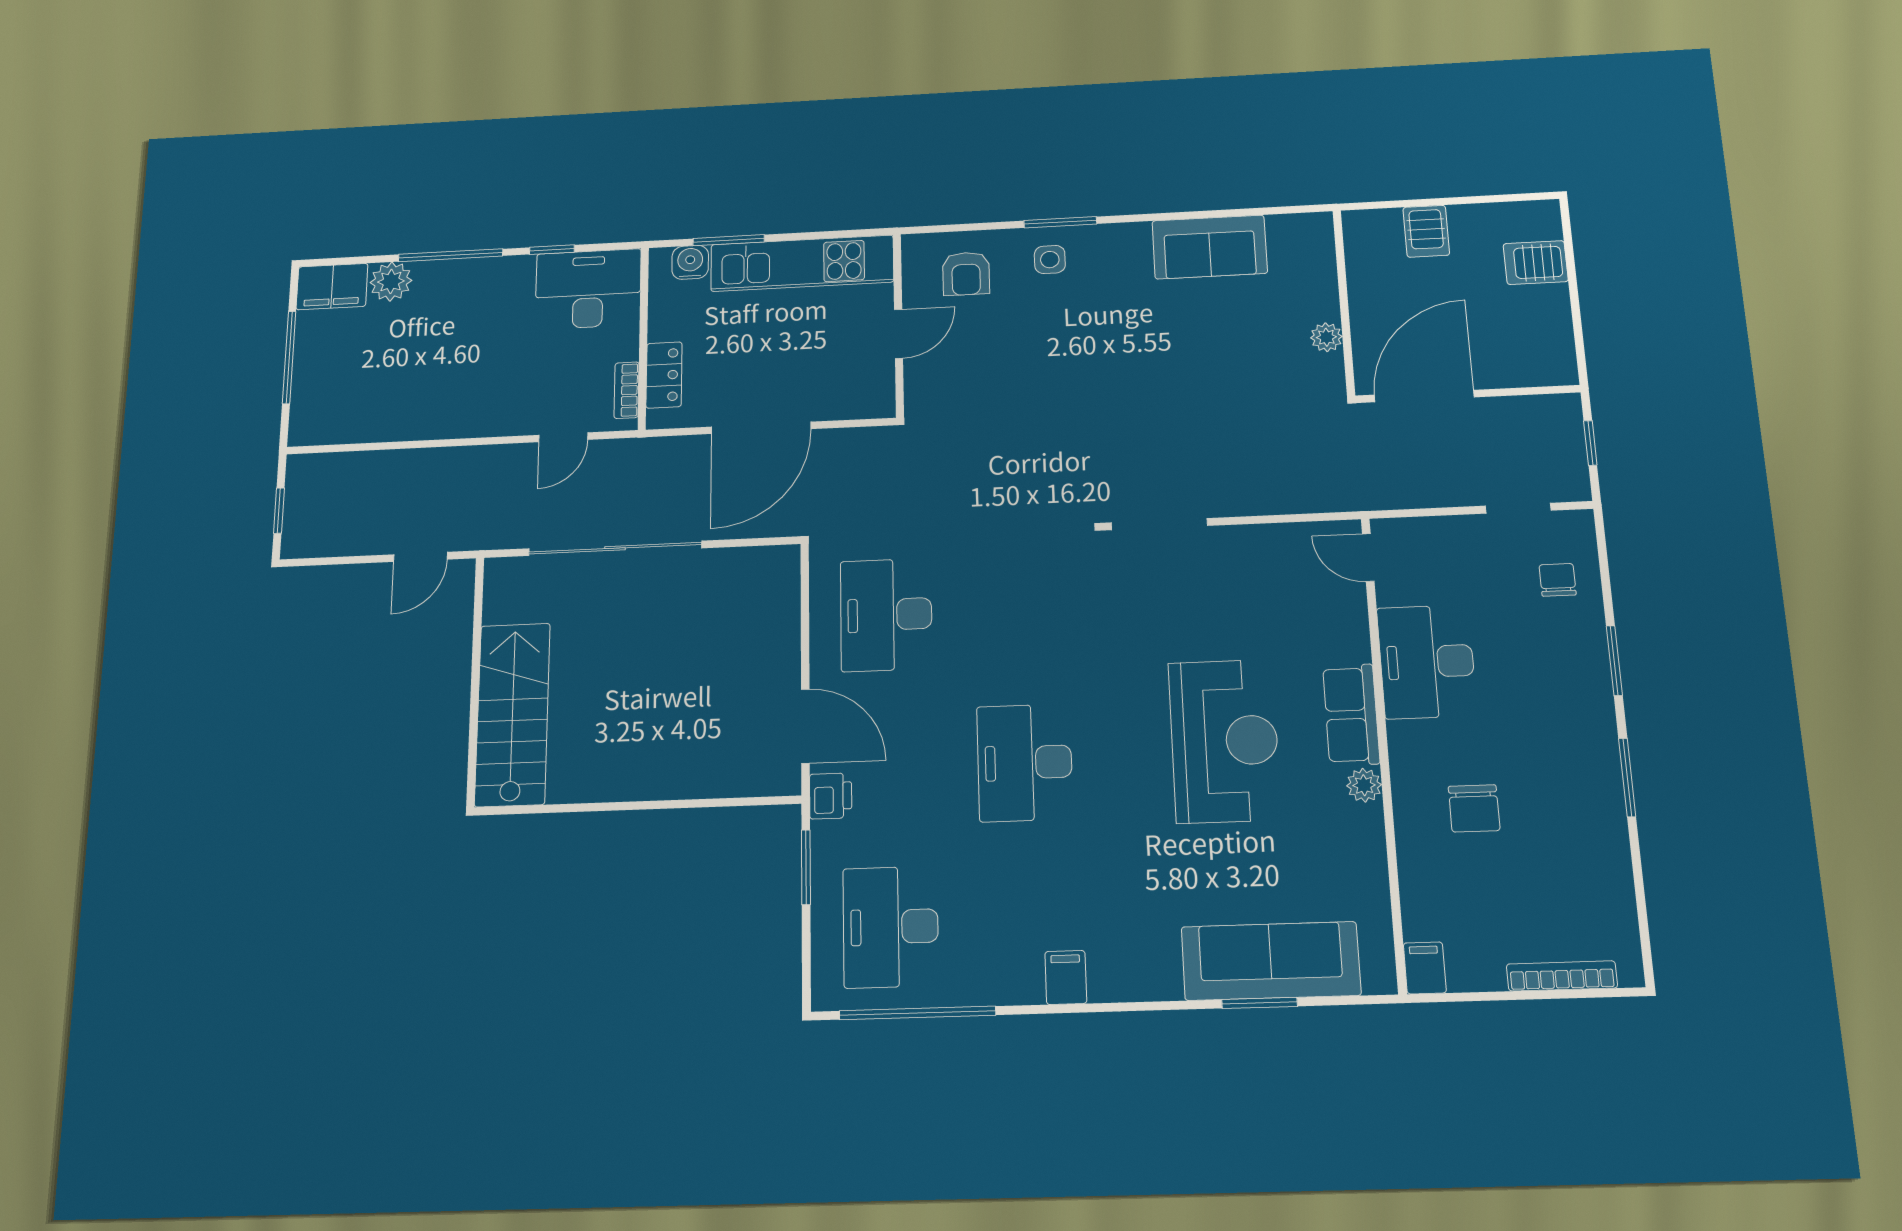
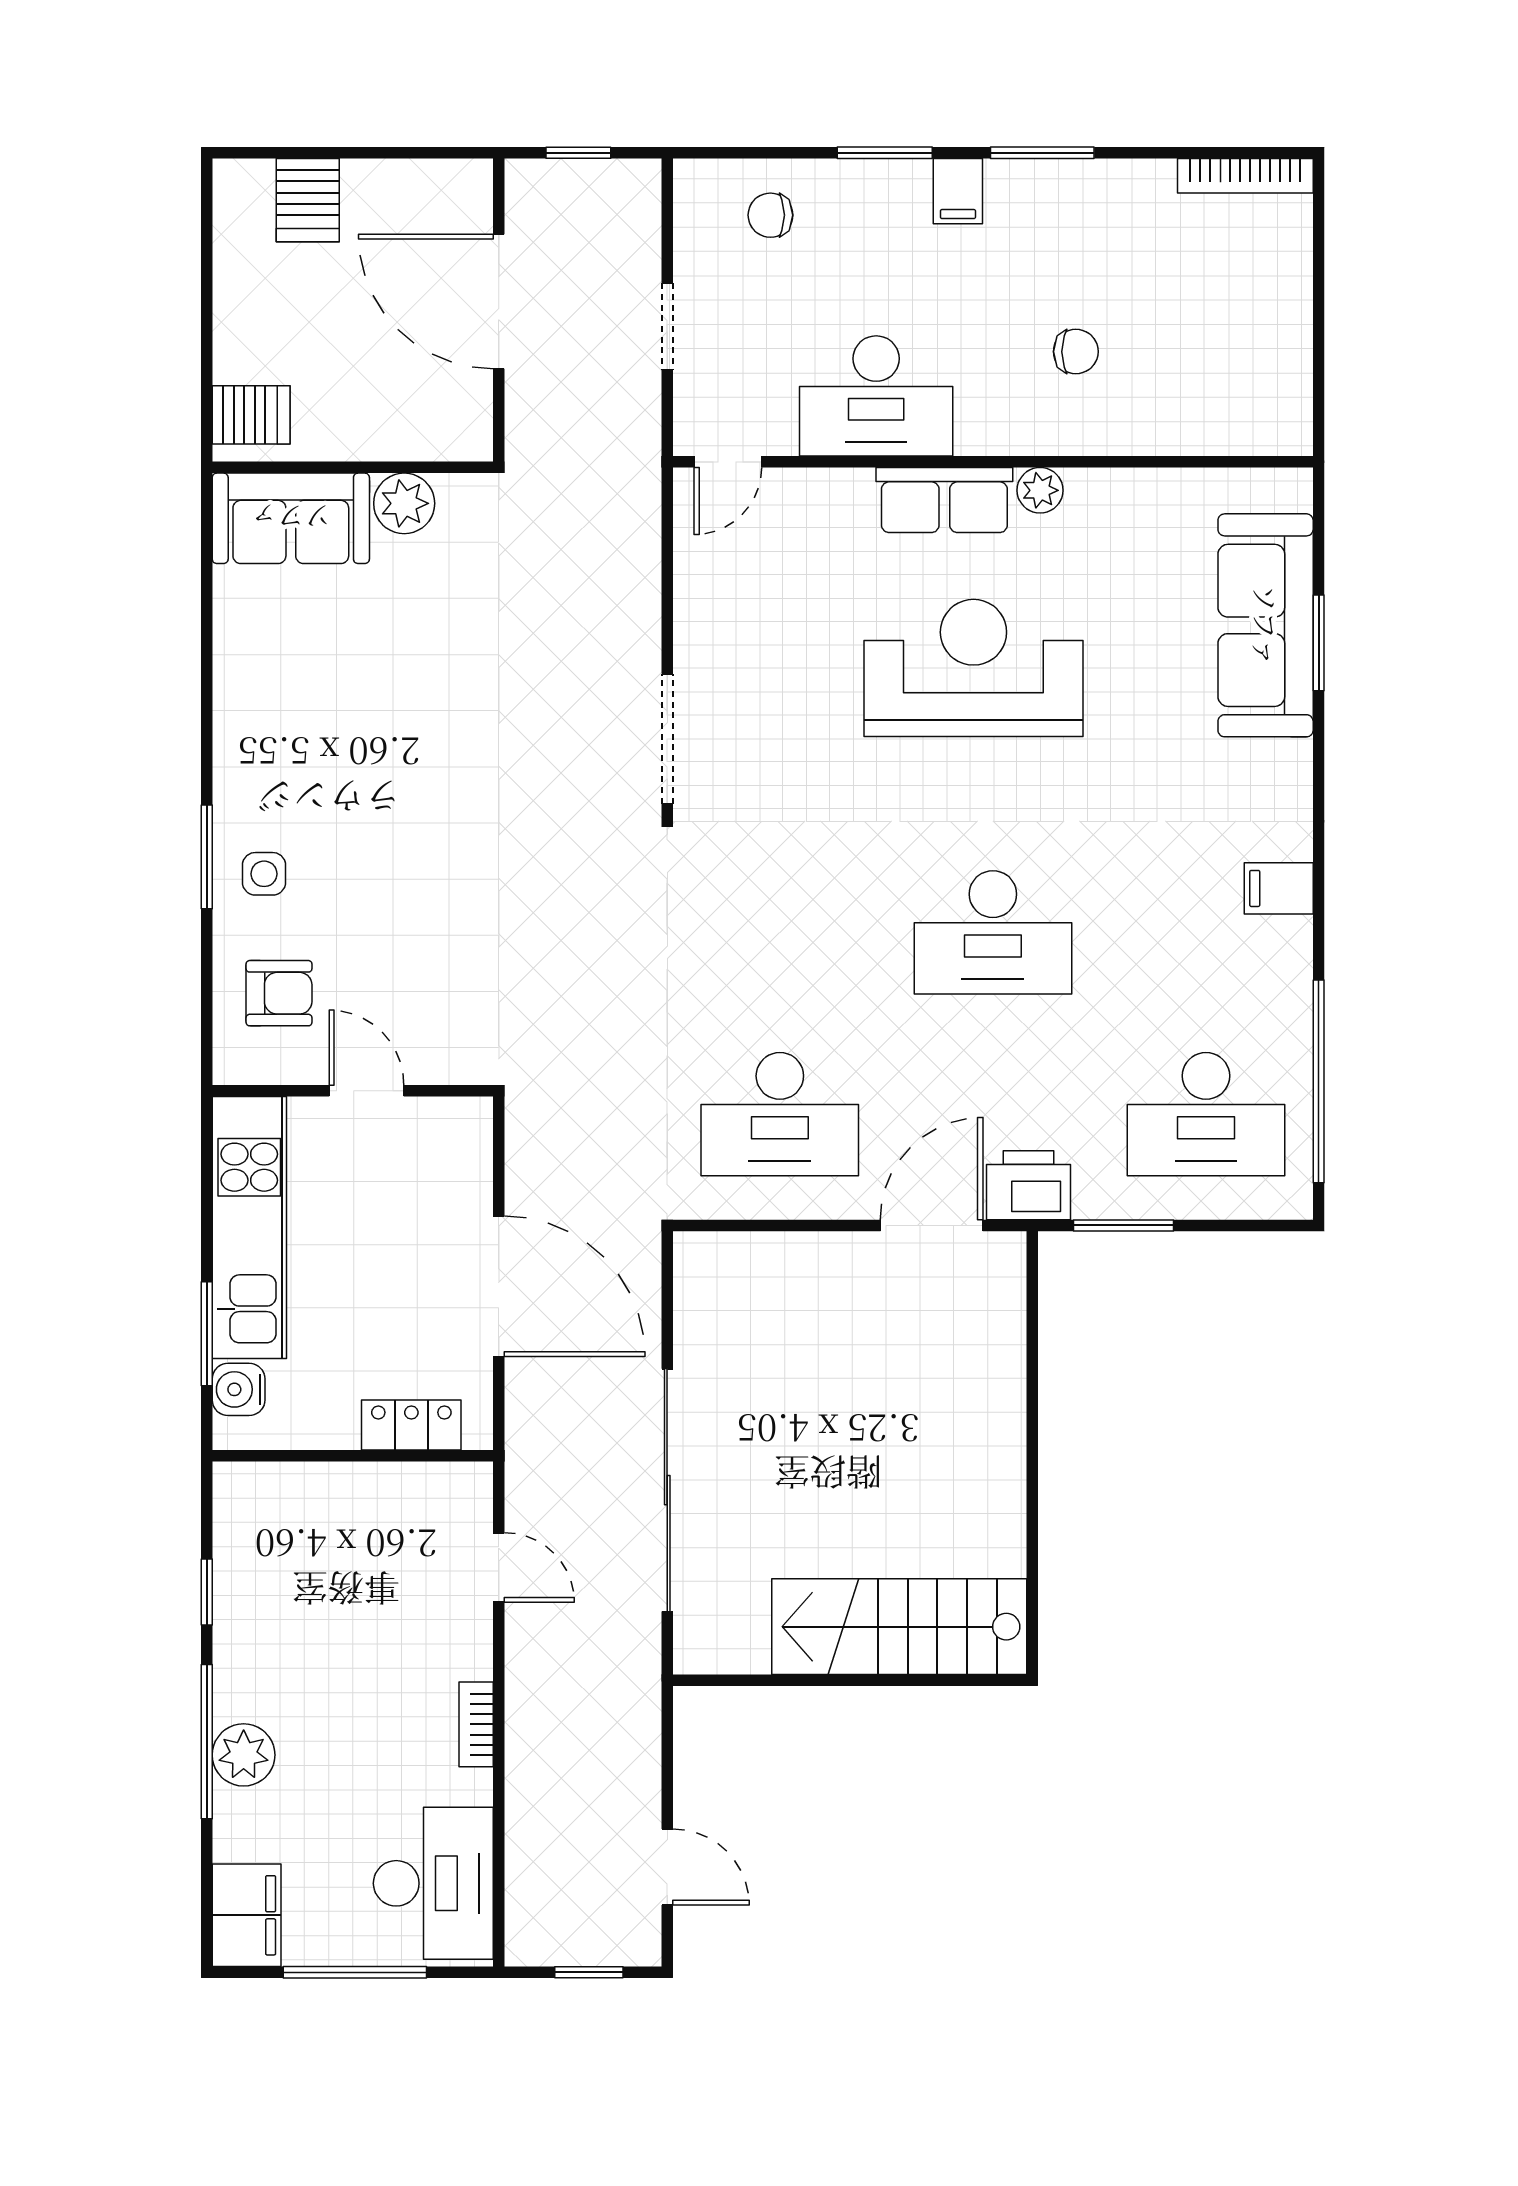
server rack: (1426, 231) -> (251, 415), moved
sofa: (1210, 247) -> (291, 518), moved, turned 90
plant: (391, 281) -> (244, 1755), moved
desk: (588, 289) -> (433, 1883), moved, turned 180
plant: (1326, 337) -> (404, 503), width x1.38, depth x1.38
bookcase: (627, 390) -> (476, 1724), moved, turned 90
door: (1424, 396) -> (499, 301), moved
doorway: (1518, 508) -> (667, 327), moved
door: (420, 557) -> (667, 1867), moved
printer: (831, 796) -> (1029, 1185), width x1.36, depth x1.24
chair: (1474, 808) -> (1076, 352), width x0.73, depth x0.73
filing cabinet: (1425, 968) -> (958, 191), moved, turned -90
bookcase: (1562, 976) -> (1245, 176), moved, turned -90

